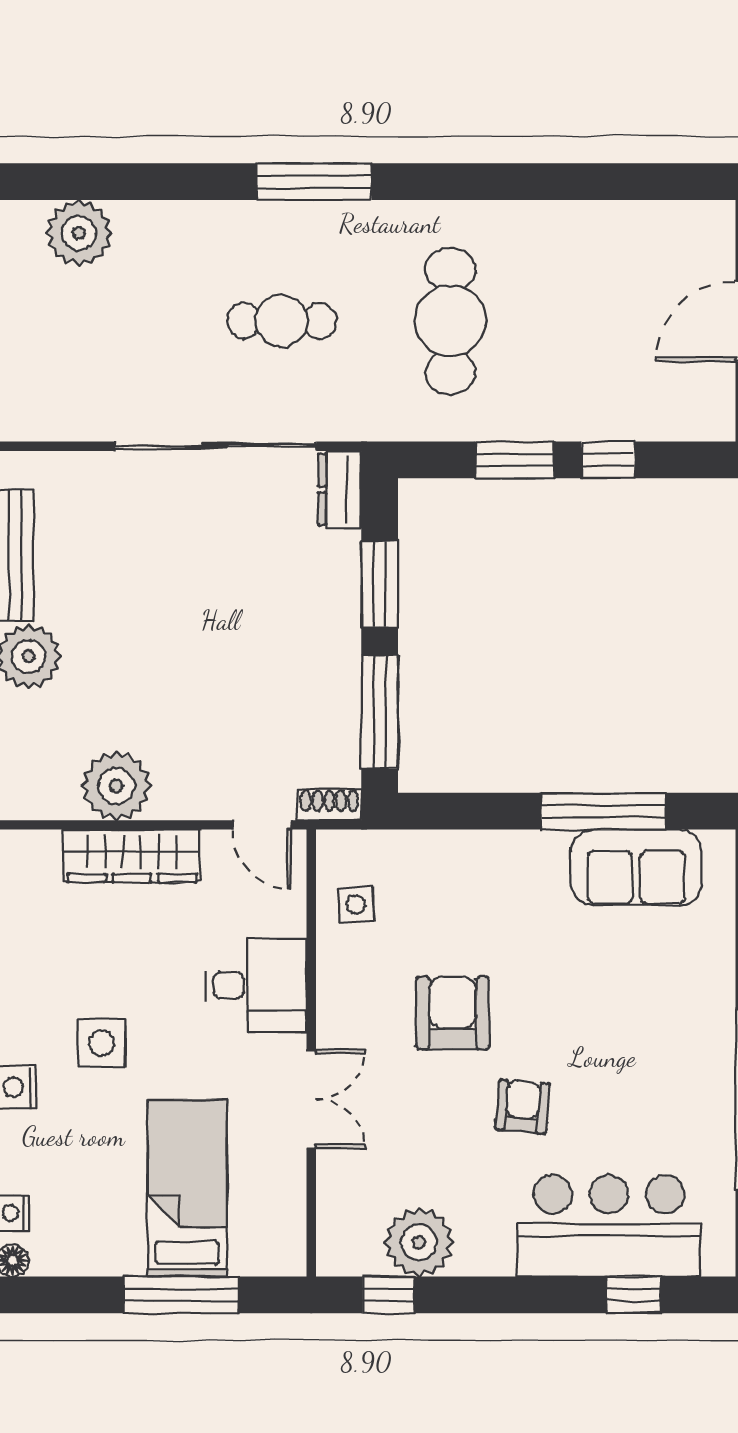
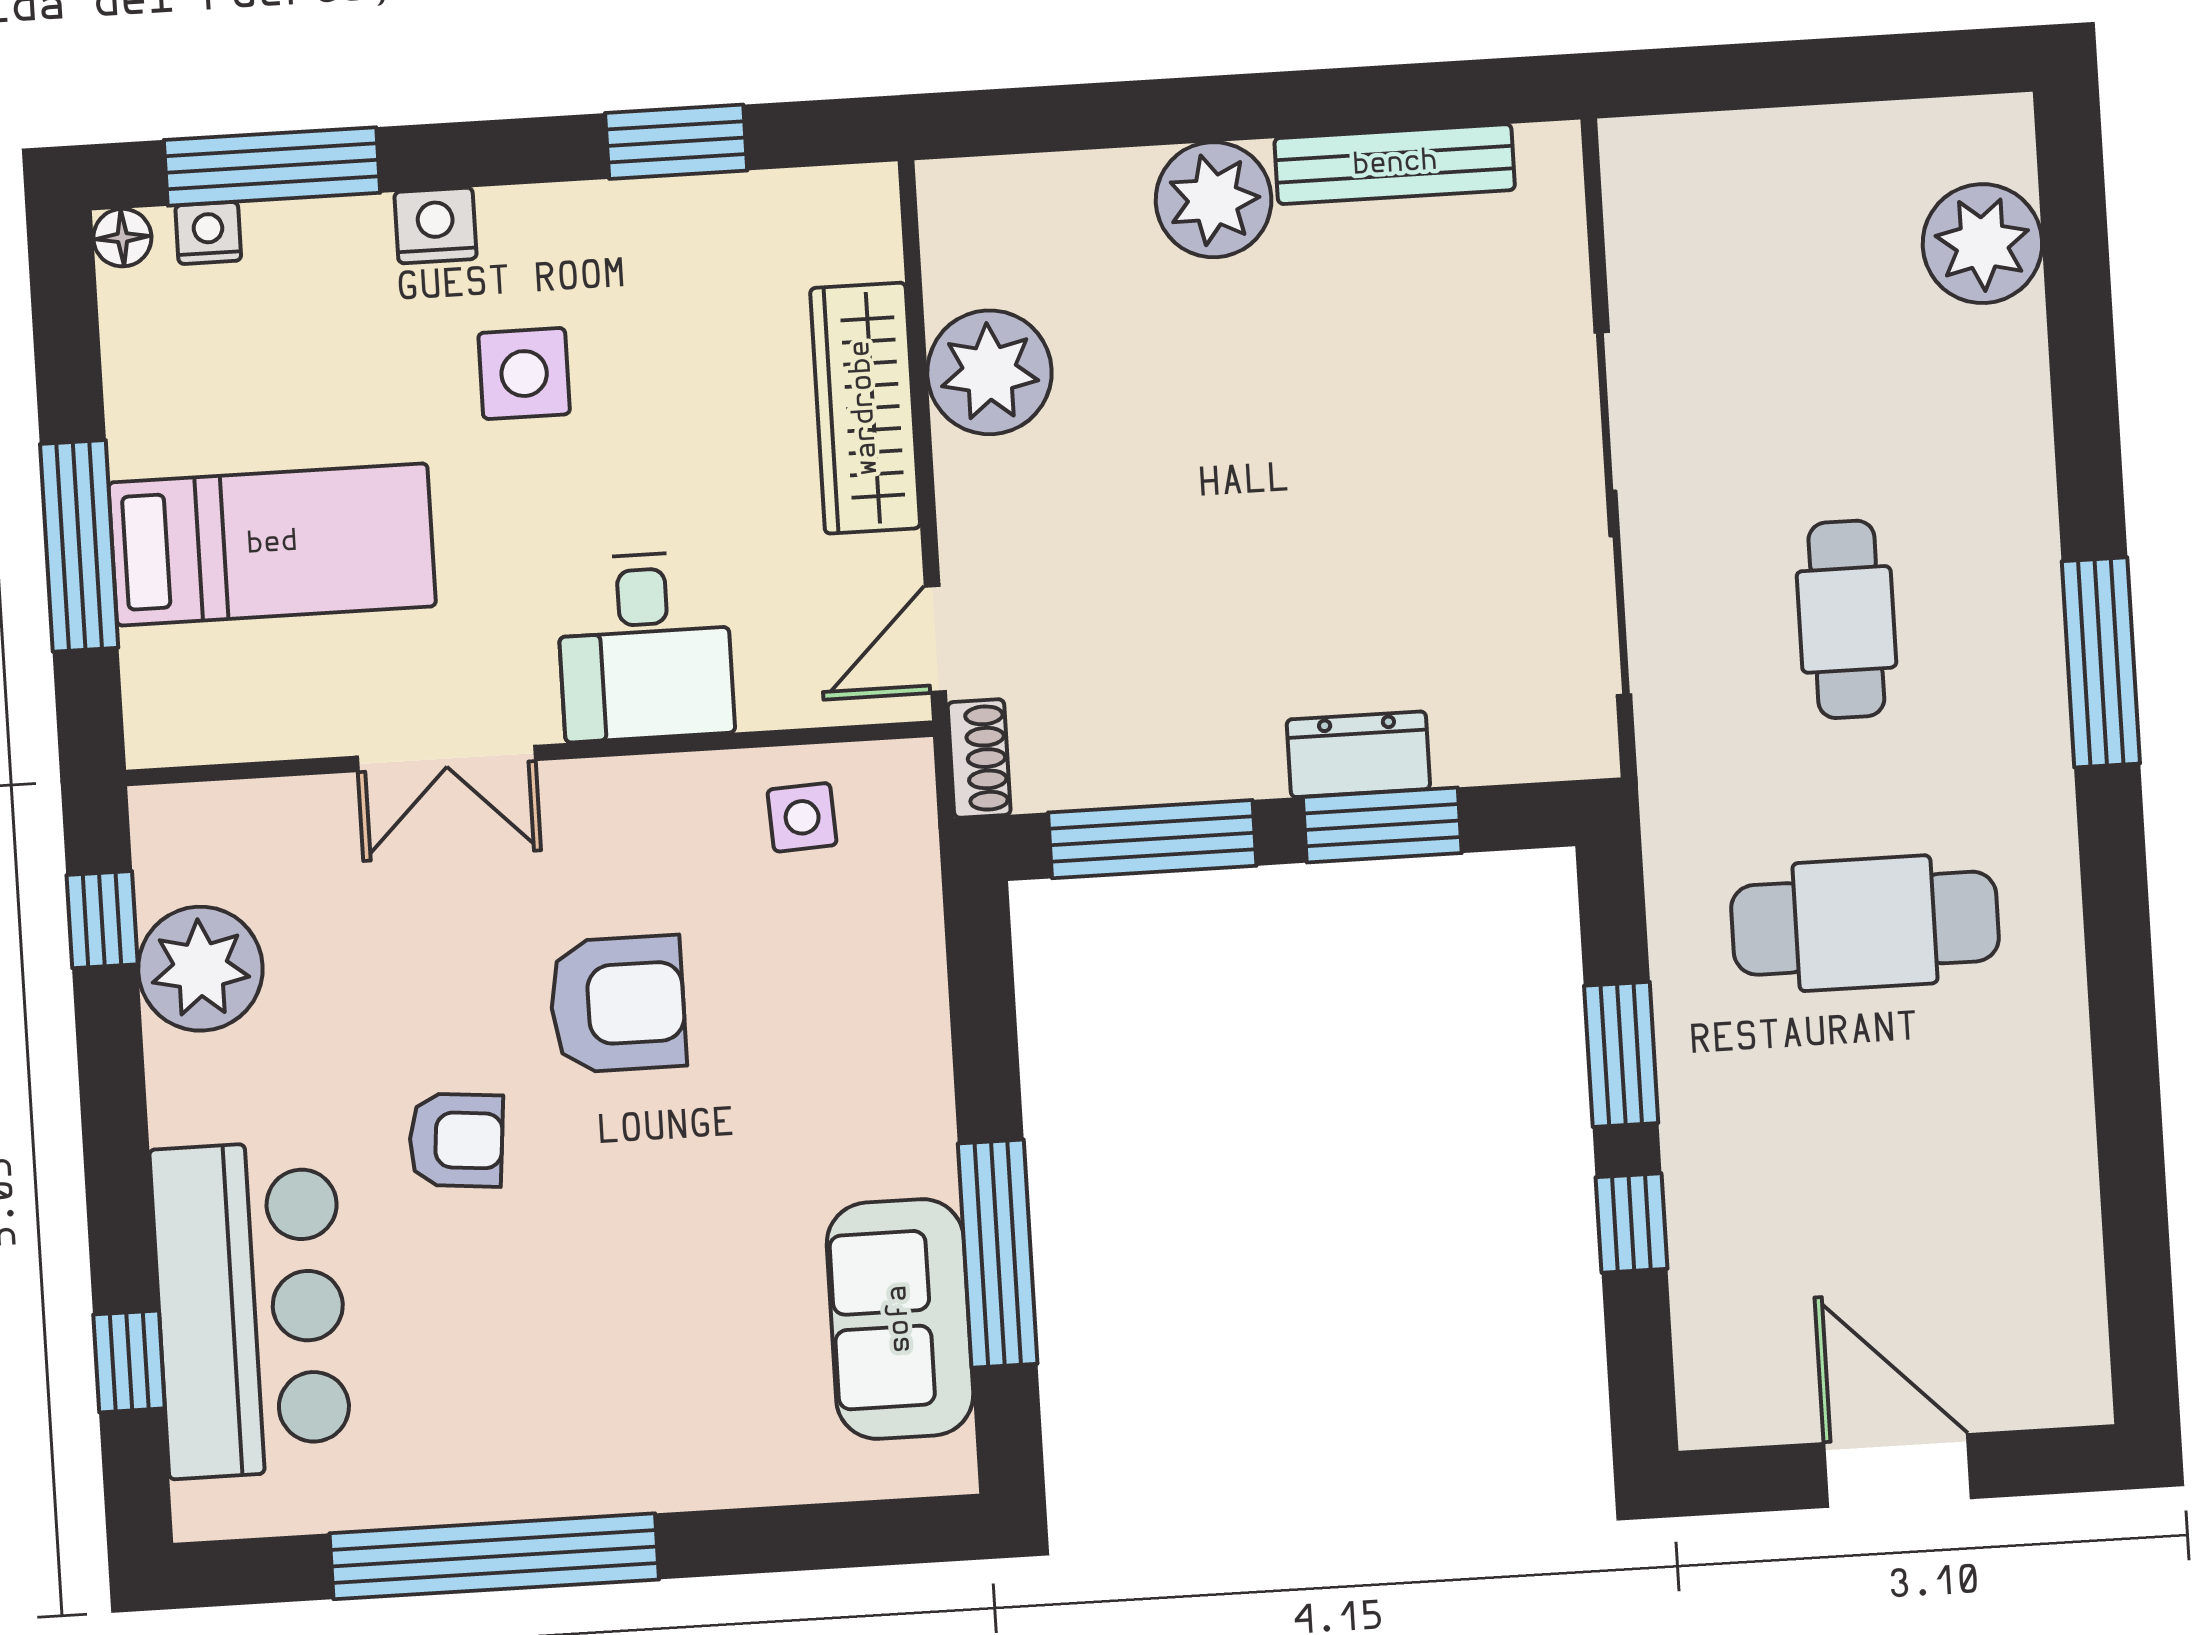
dresser: (340, 489) -> (1358, 754), moved

